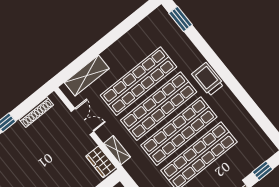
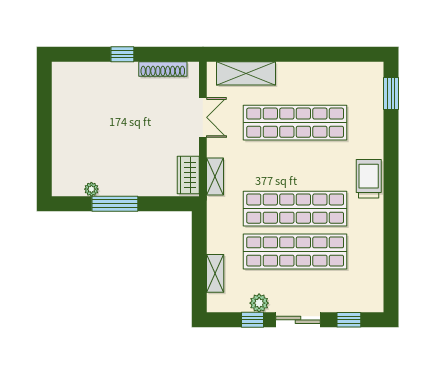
shop shelf: (159, 106) -> (295, 166), removed

